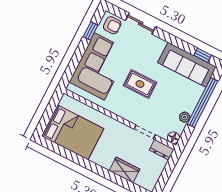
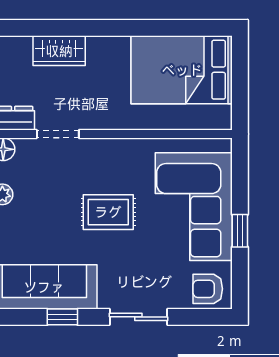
sliding door: (141, 23) -> (138, 317), moved
window: (91, 31) -> (240, 231), moved
window: (203, 55) -> (62, 317), moved

